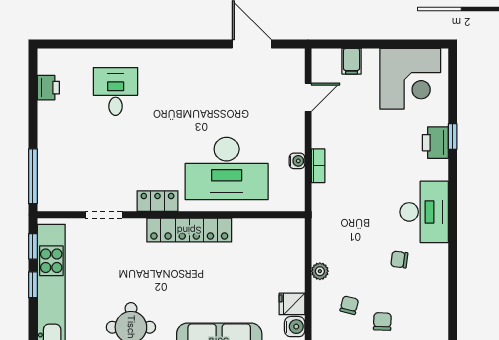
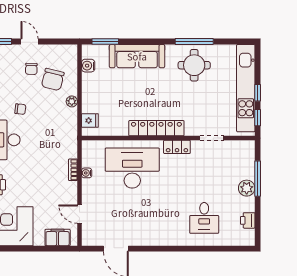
filing cabinet: (352, 61) -> (58, 237), width x2.00
door: (308, 97) -> (79, 214), hinge flipped
plant: (50, 138) -> (247, 188), added
window: (33, 176) -> (258, 179), moved
fridge: (292, 304) -> (90, 120), moved
chair: (349, 305) -> (53, 79), width x1.87, depth x1.87

